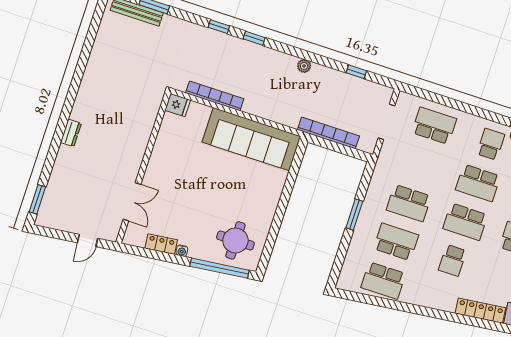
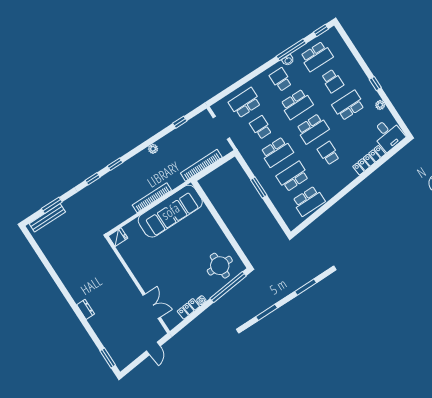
bookcase: (215, 96) -> (152, 198), moved
school desk: (421, 164) -> (261, 127), added
school desk: (453, 260) -> (328, 153), turned 180

